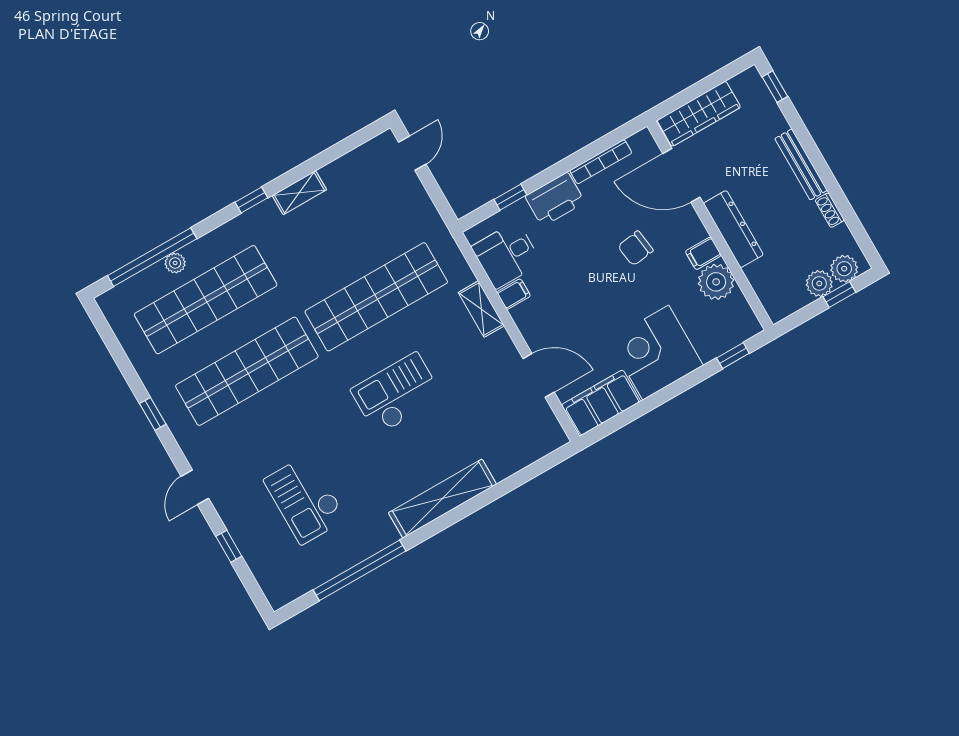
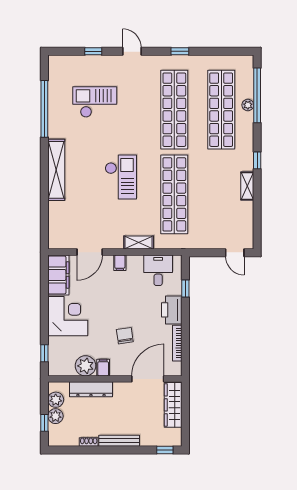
dresser: (733, 229) -> (91, 389), moved
plant: (844, 269) -> (56, 400), moved
filing cabinet: (514, 294) -> (120, 263), moved

